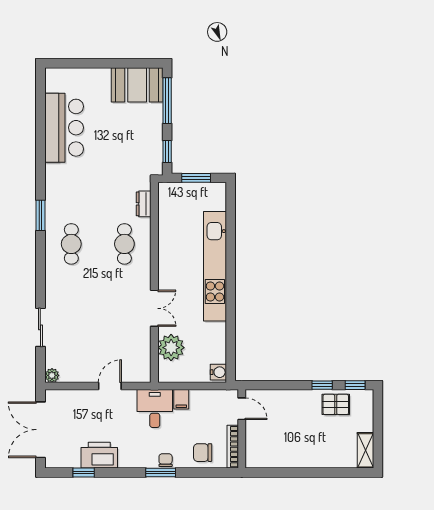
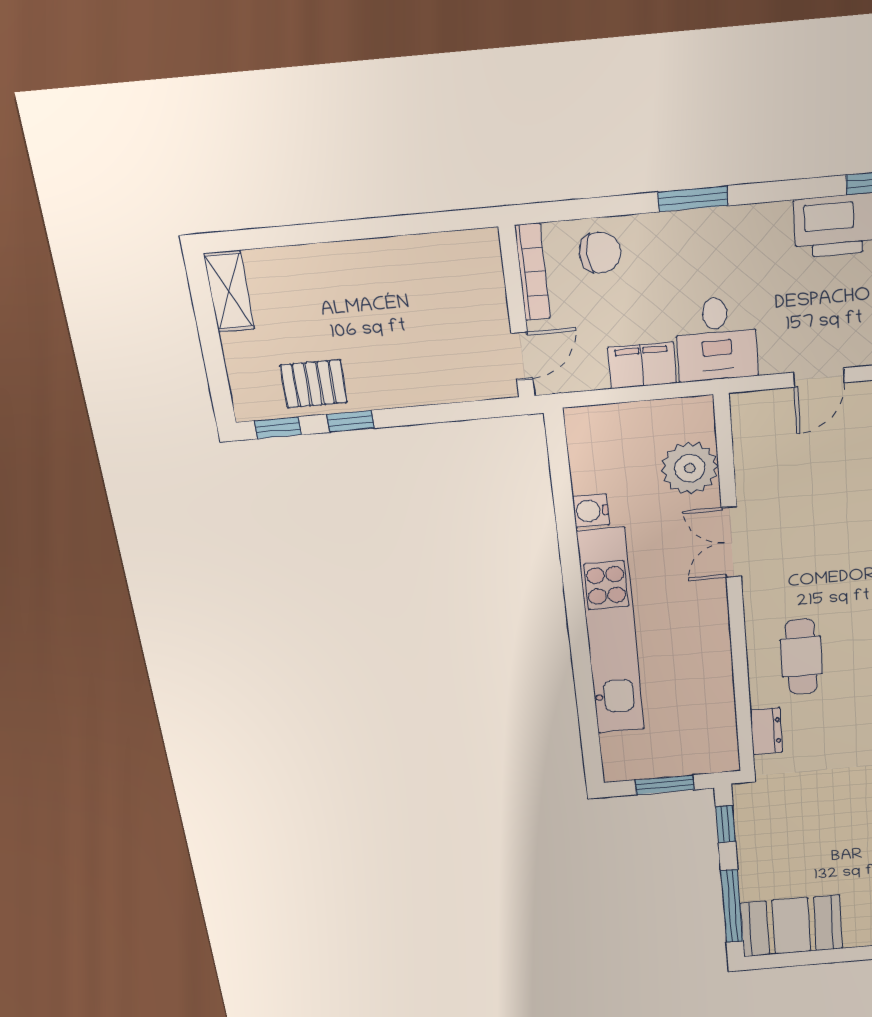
water cooler: (218, 372) -> (591, 511), moved
filing cabinet: (181, 399) -> (642, 365), width x2.00
door: (242, 409) -> (522, 356), swing flipped
chair: (166, 460) -> (684, 228), removed

